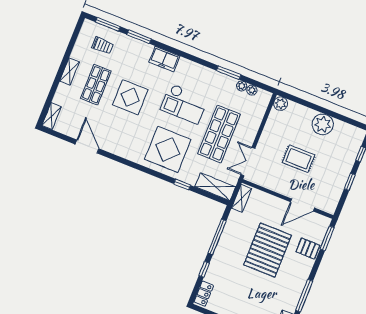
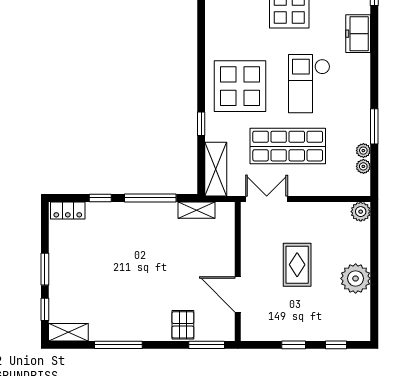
shelving: (242, 198) -> (197, 210), moved
pallet: (268, 250) -> (159, 272), removed

